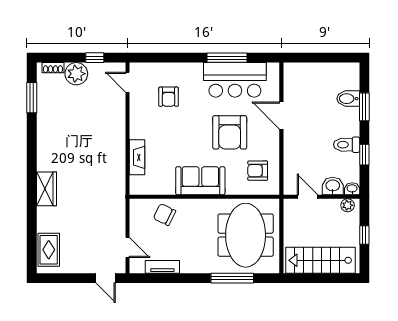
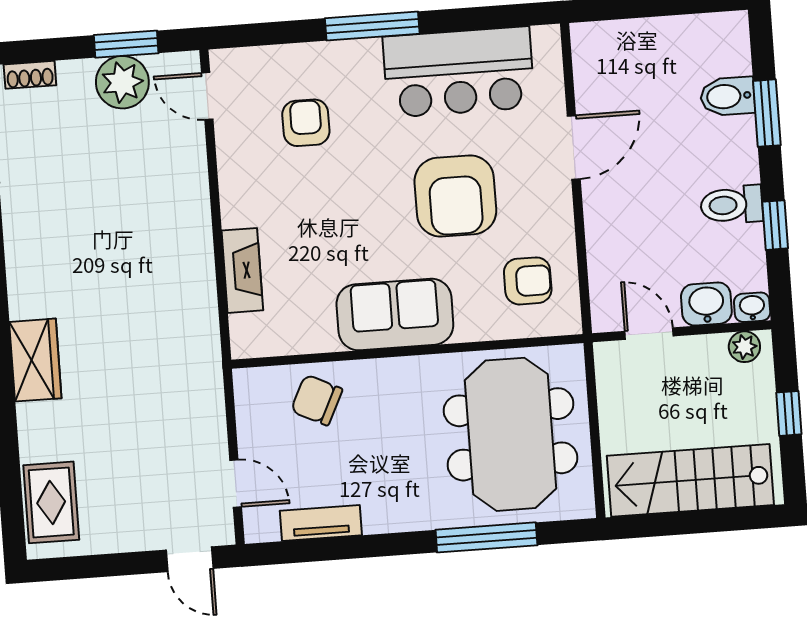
window: (95, 58) -> (126, 44), width x1.50
window: (227, 58) -> (372, 26), moved
plant: (76, 74) -> (122, 82), moved
armchair: (169, 97) -> (306, 123), turned 180
door: (281, 115) -> (574, 147), swing flipped
armchair: (258, 171) -> (528, 281), turned 180

